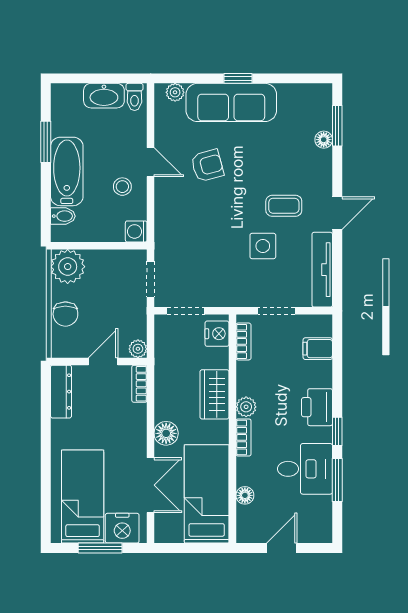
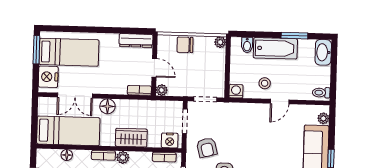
washbasin: (104, 96) -> (323, 52), moved
armchair: (207, 166) -> (207, 147), moved
plant: (68, 267) -> (220, 42), width x0.53, depth x0.53
window: (100, 548) -> (36, 50), moved

